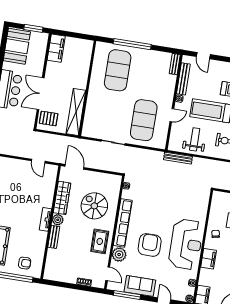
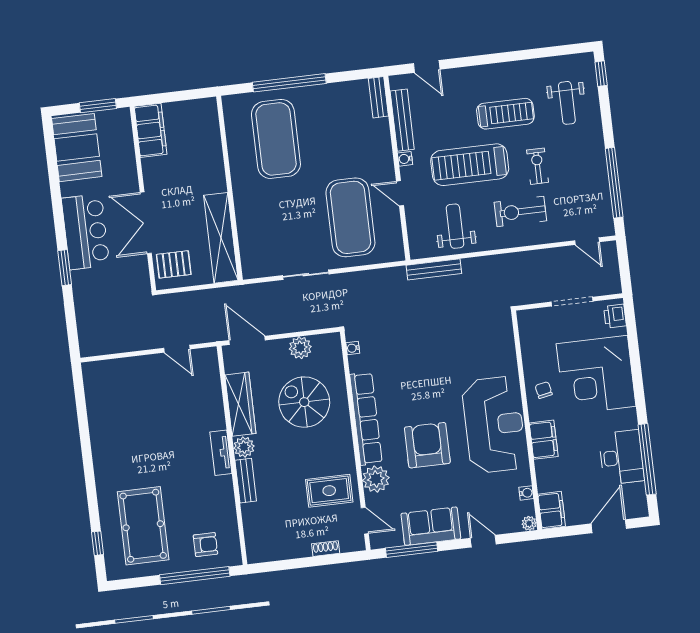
door: (172, 115) -> (400, 193), swing flipped
plant: (100, 178) -> (300, 348), added
rug: (100, 241) -> (329, 491), moved, turned 90

